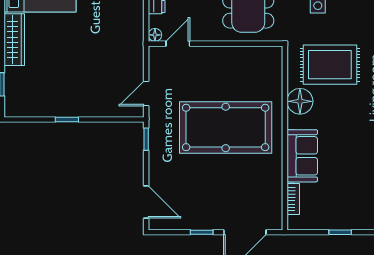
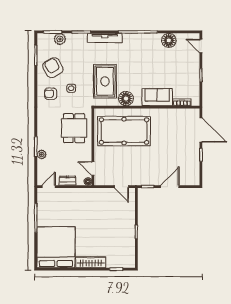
pool table: (226, 127) -> (124, 131), moved, turned 90
door: (146, 202) -> (170, 187), moved

